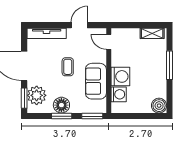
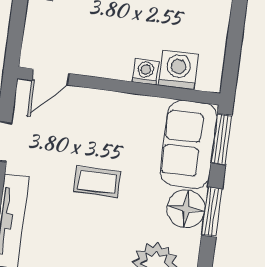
washing machine: (120, 76) -> (146, 72), width x0.53, depth x0.53
sofa: (96, 81) -> (189, 144), moved, turned 90

